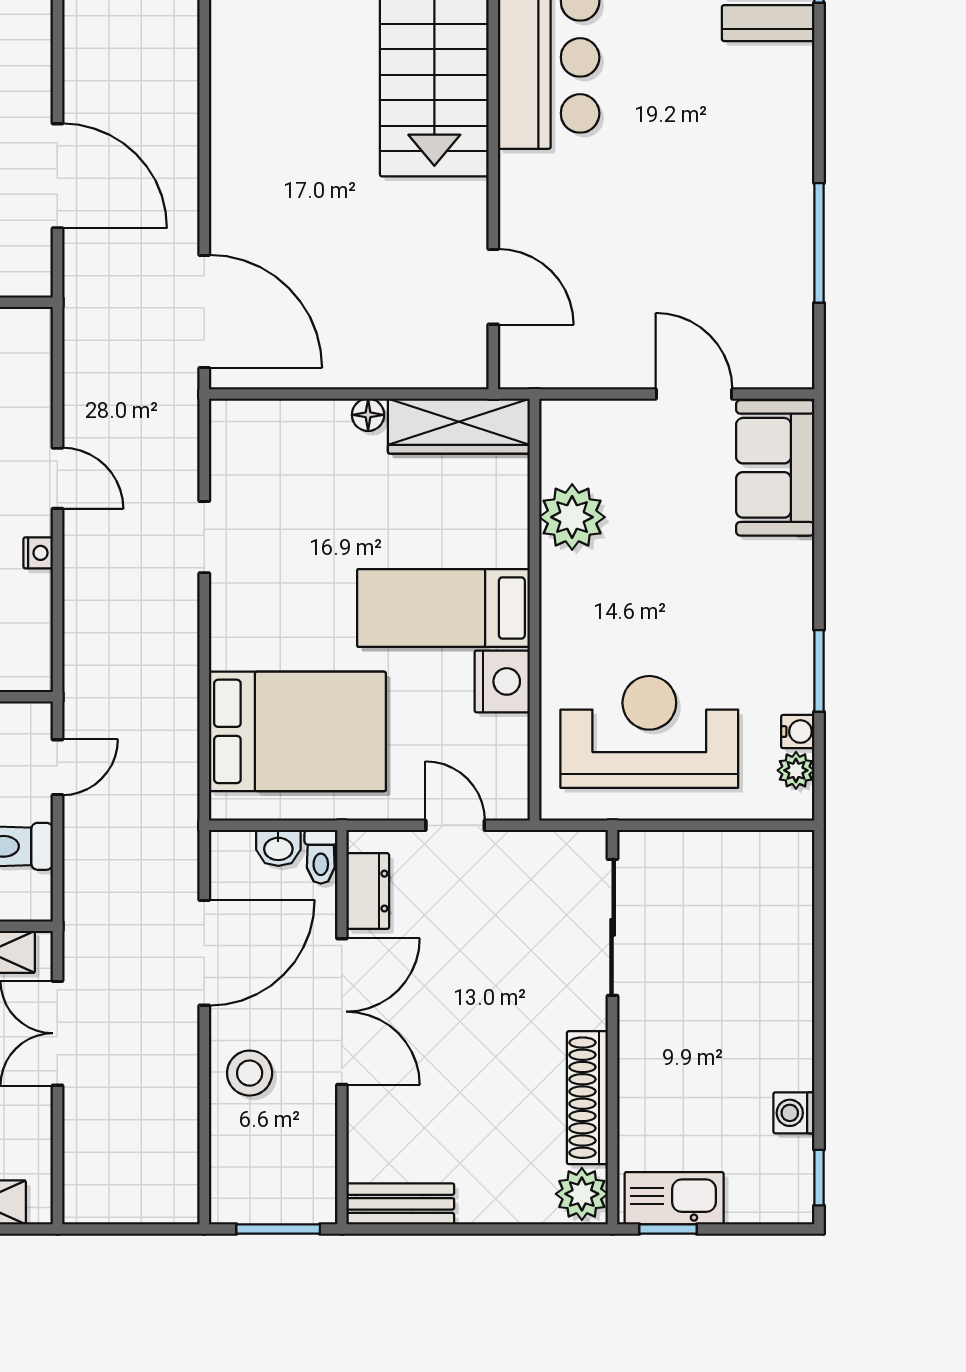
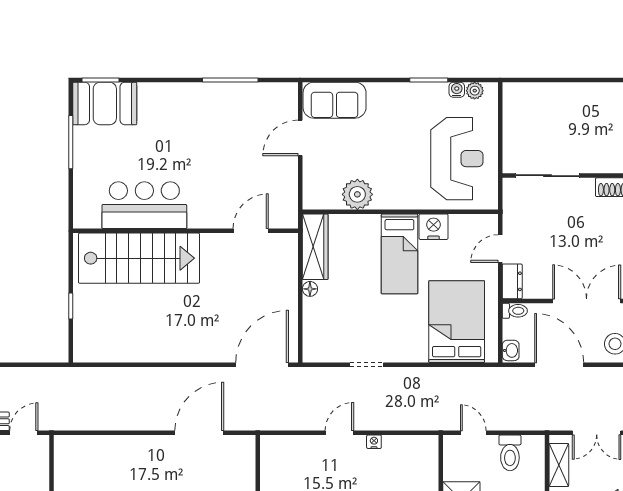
reception desk: (649, 732) -> (457, 159), turned 180
washbasin: (278, 848) -> (511, 350), moved
dresser: (368, 891) -> (512, 281), moved, turned 90

